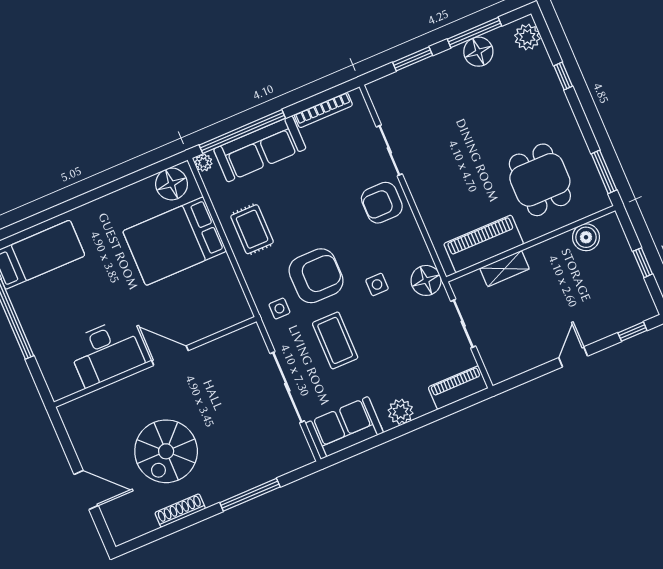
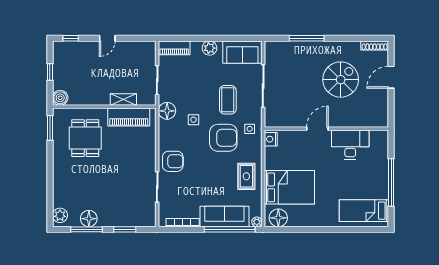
window: (563, 76) -> (50, 187), removed
boiler: (586, 237) -> (60, 98), moved
armchair: (316, 276) -> (223, 138), turned 180
nightstand: (238, 306) -> (271, 139), added
door: (170, 356) -> (317, 129), swing flipped
door: (86, 490) -> (391, 77), hinge flipped
shoe rack: (180, 511) -> (375, 46), moved

